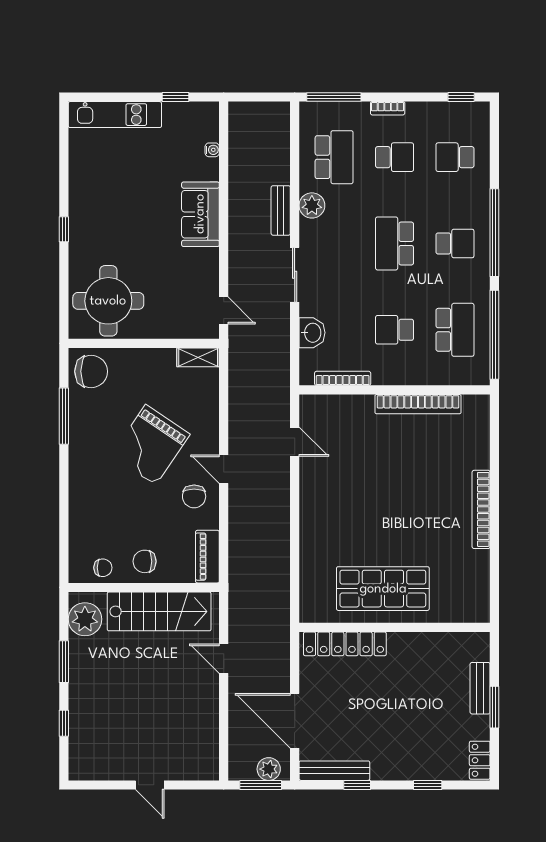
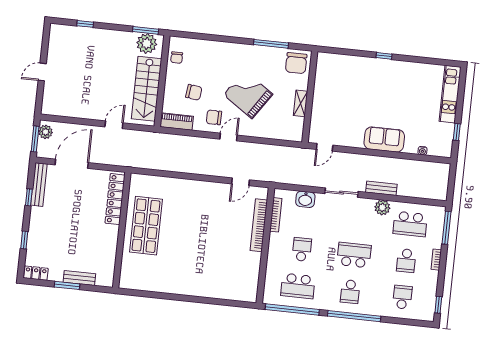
round table: (108, 301) -> (338, 78), removed
shelving: (198, 357) -> (301, 103), moved
bookcase: (418, 404) -> (259, 225), moved
bookcase: (481, 509) -> (188, 290), removed
chair: (145, 561) -> (194, 92), moved, turned 97
window: (64, 662) -> (146, 30), moved
plant: (269, 769) -> (46, 132), moved

